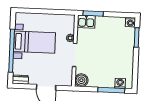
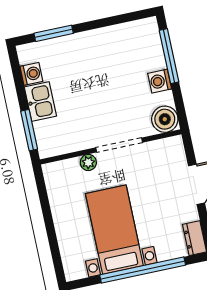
kitchen sink: (86, 22) -> (40, 102), moved
washing machine: (130, 22) -> (31, 74), moved
washing machine: (120, 83) -> (160, 81), moved

